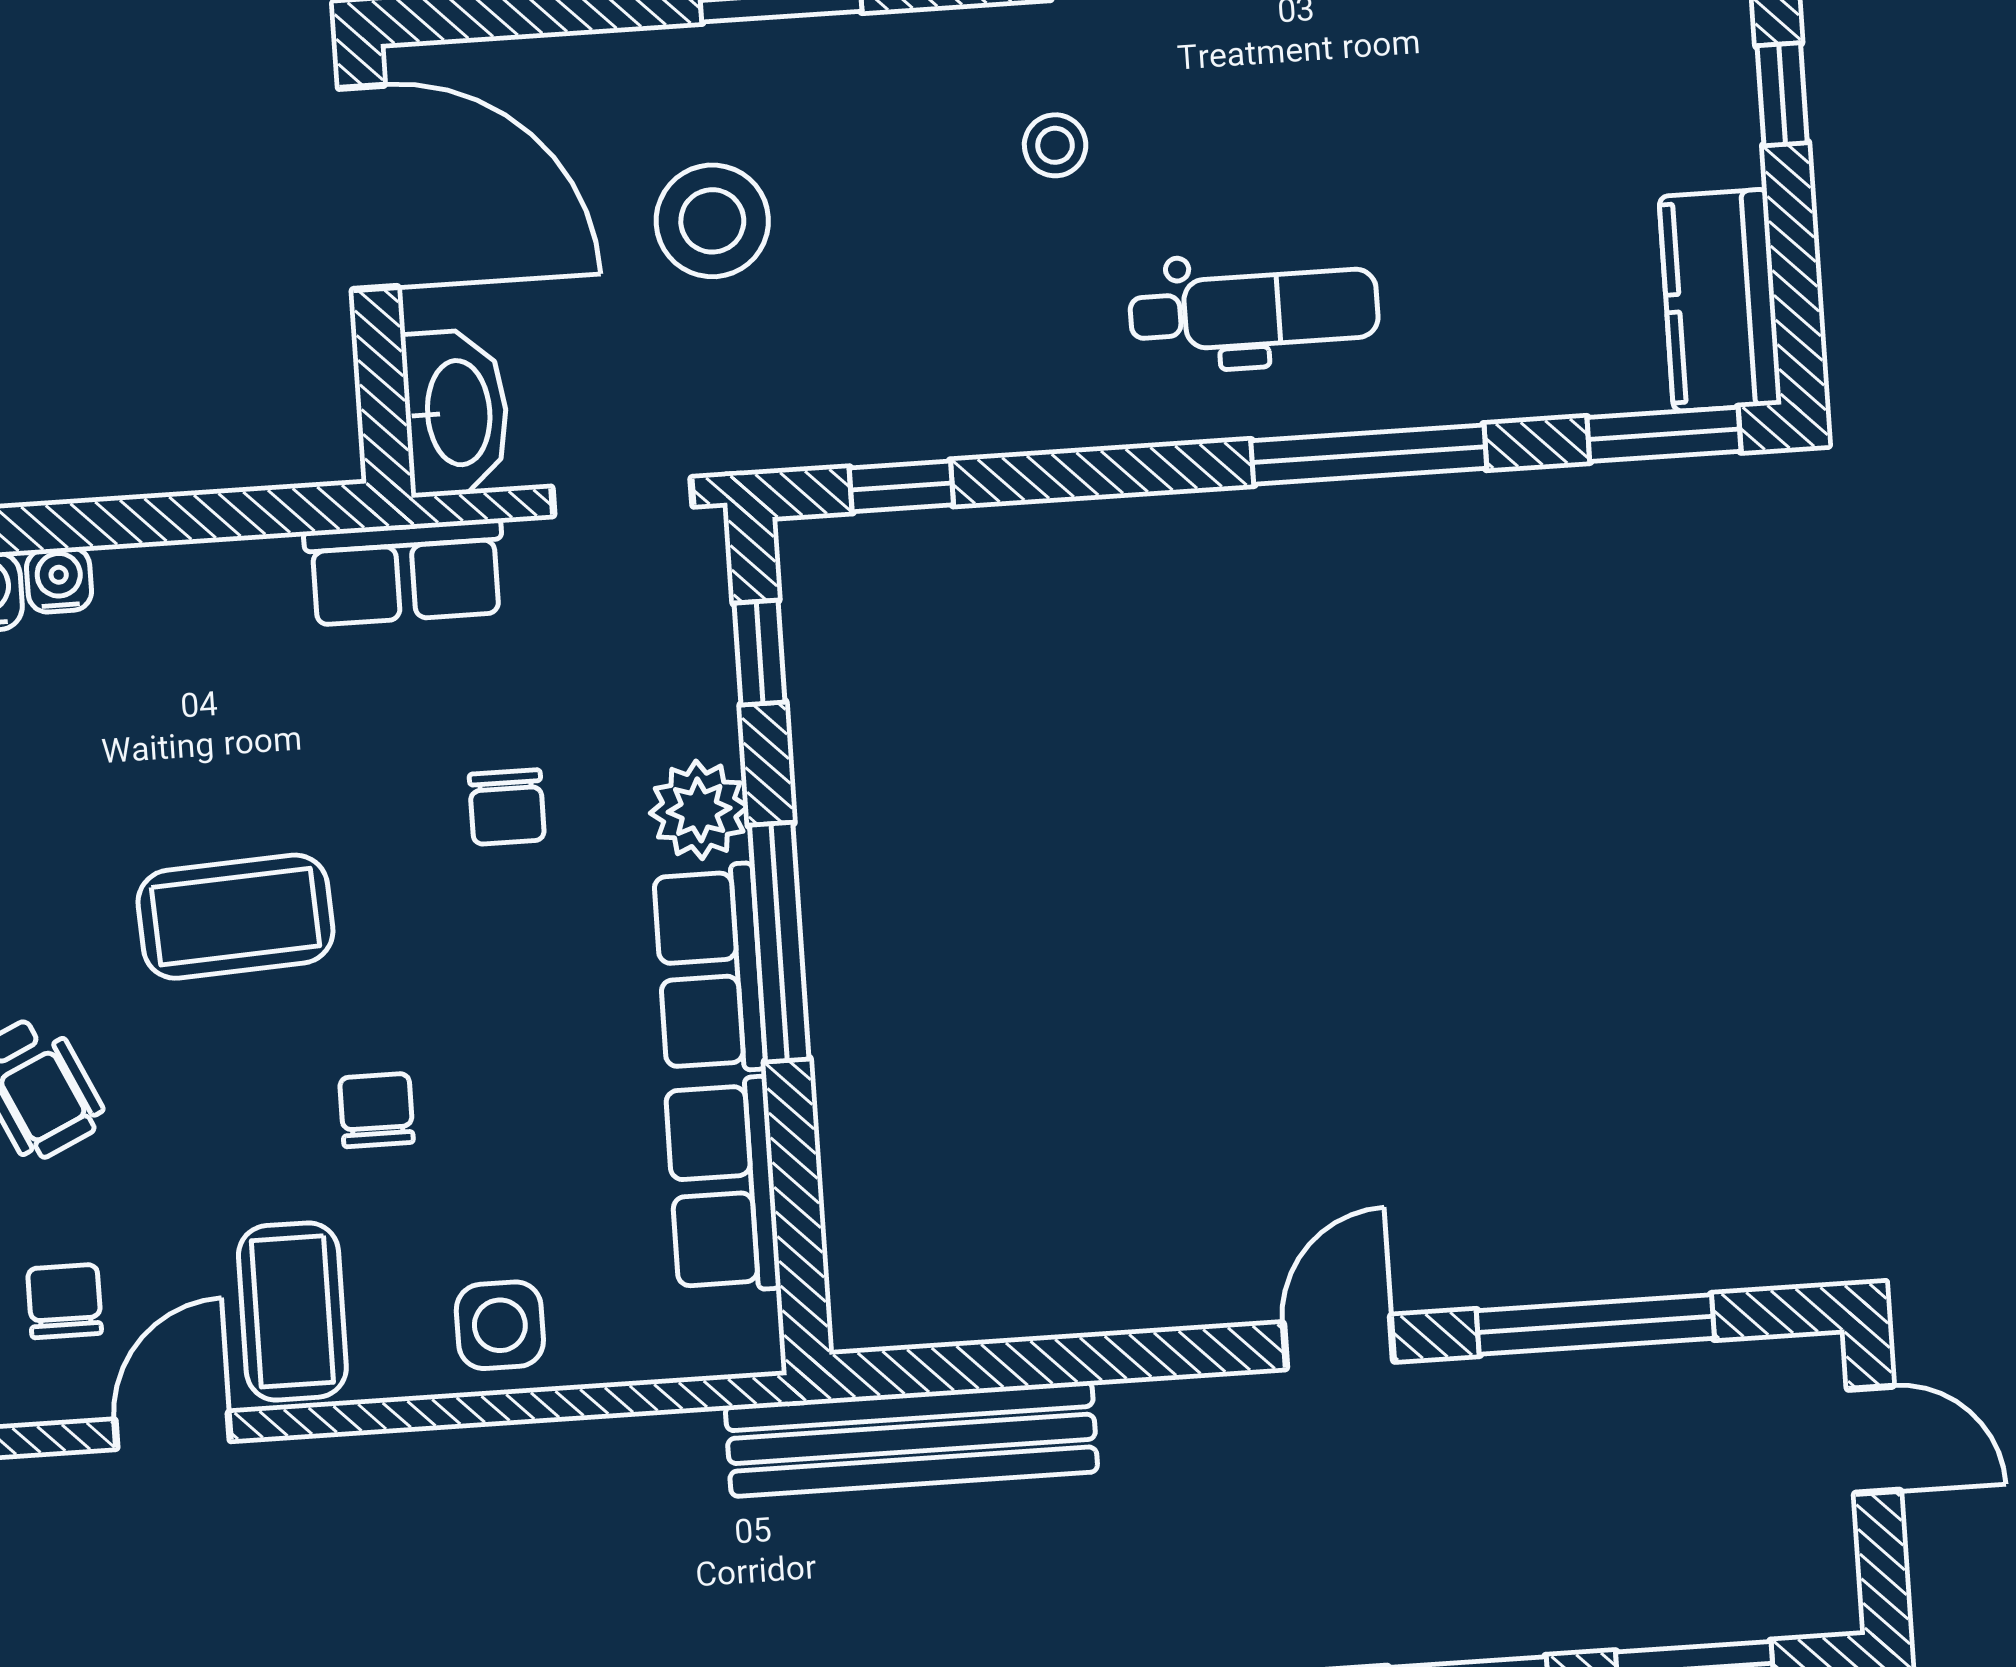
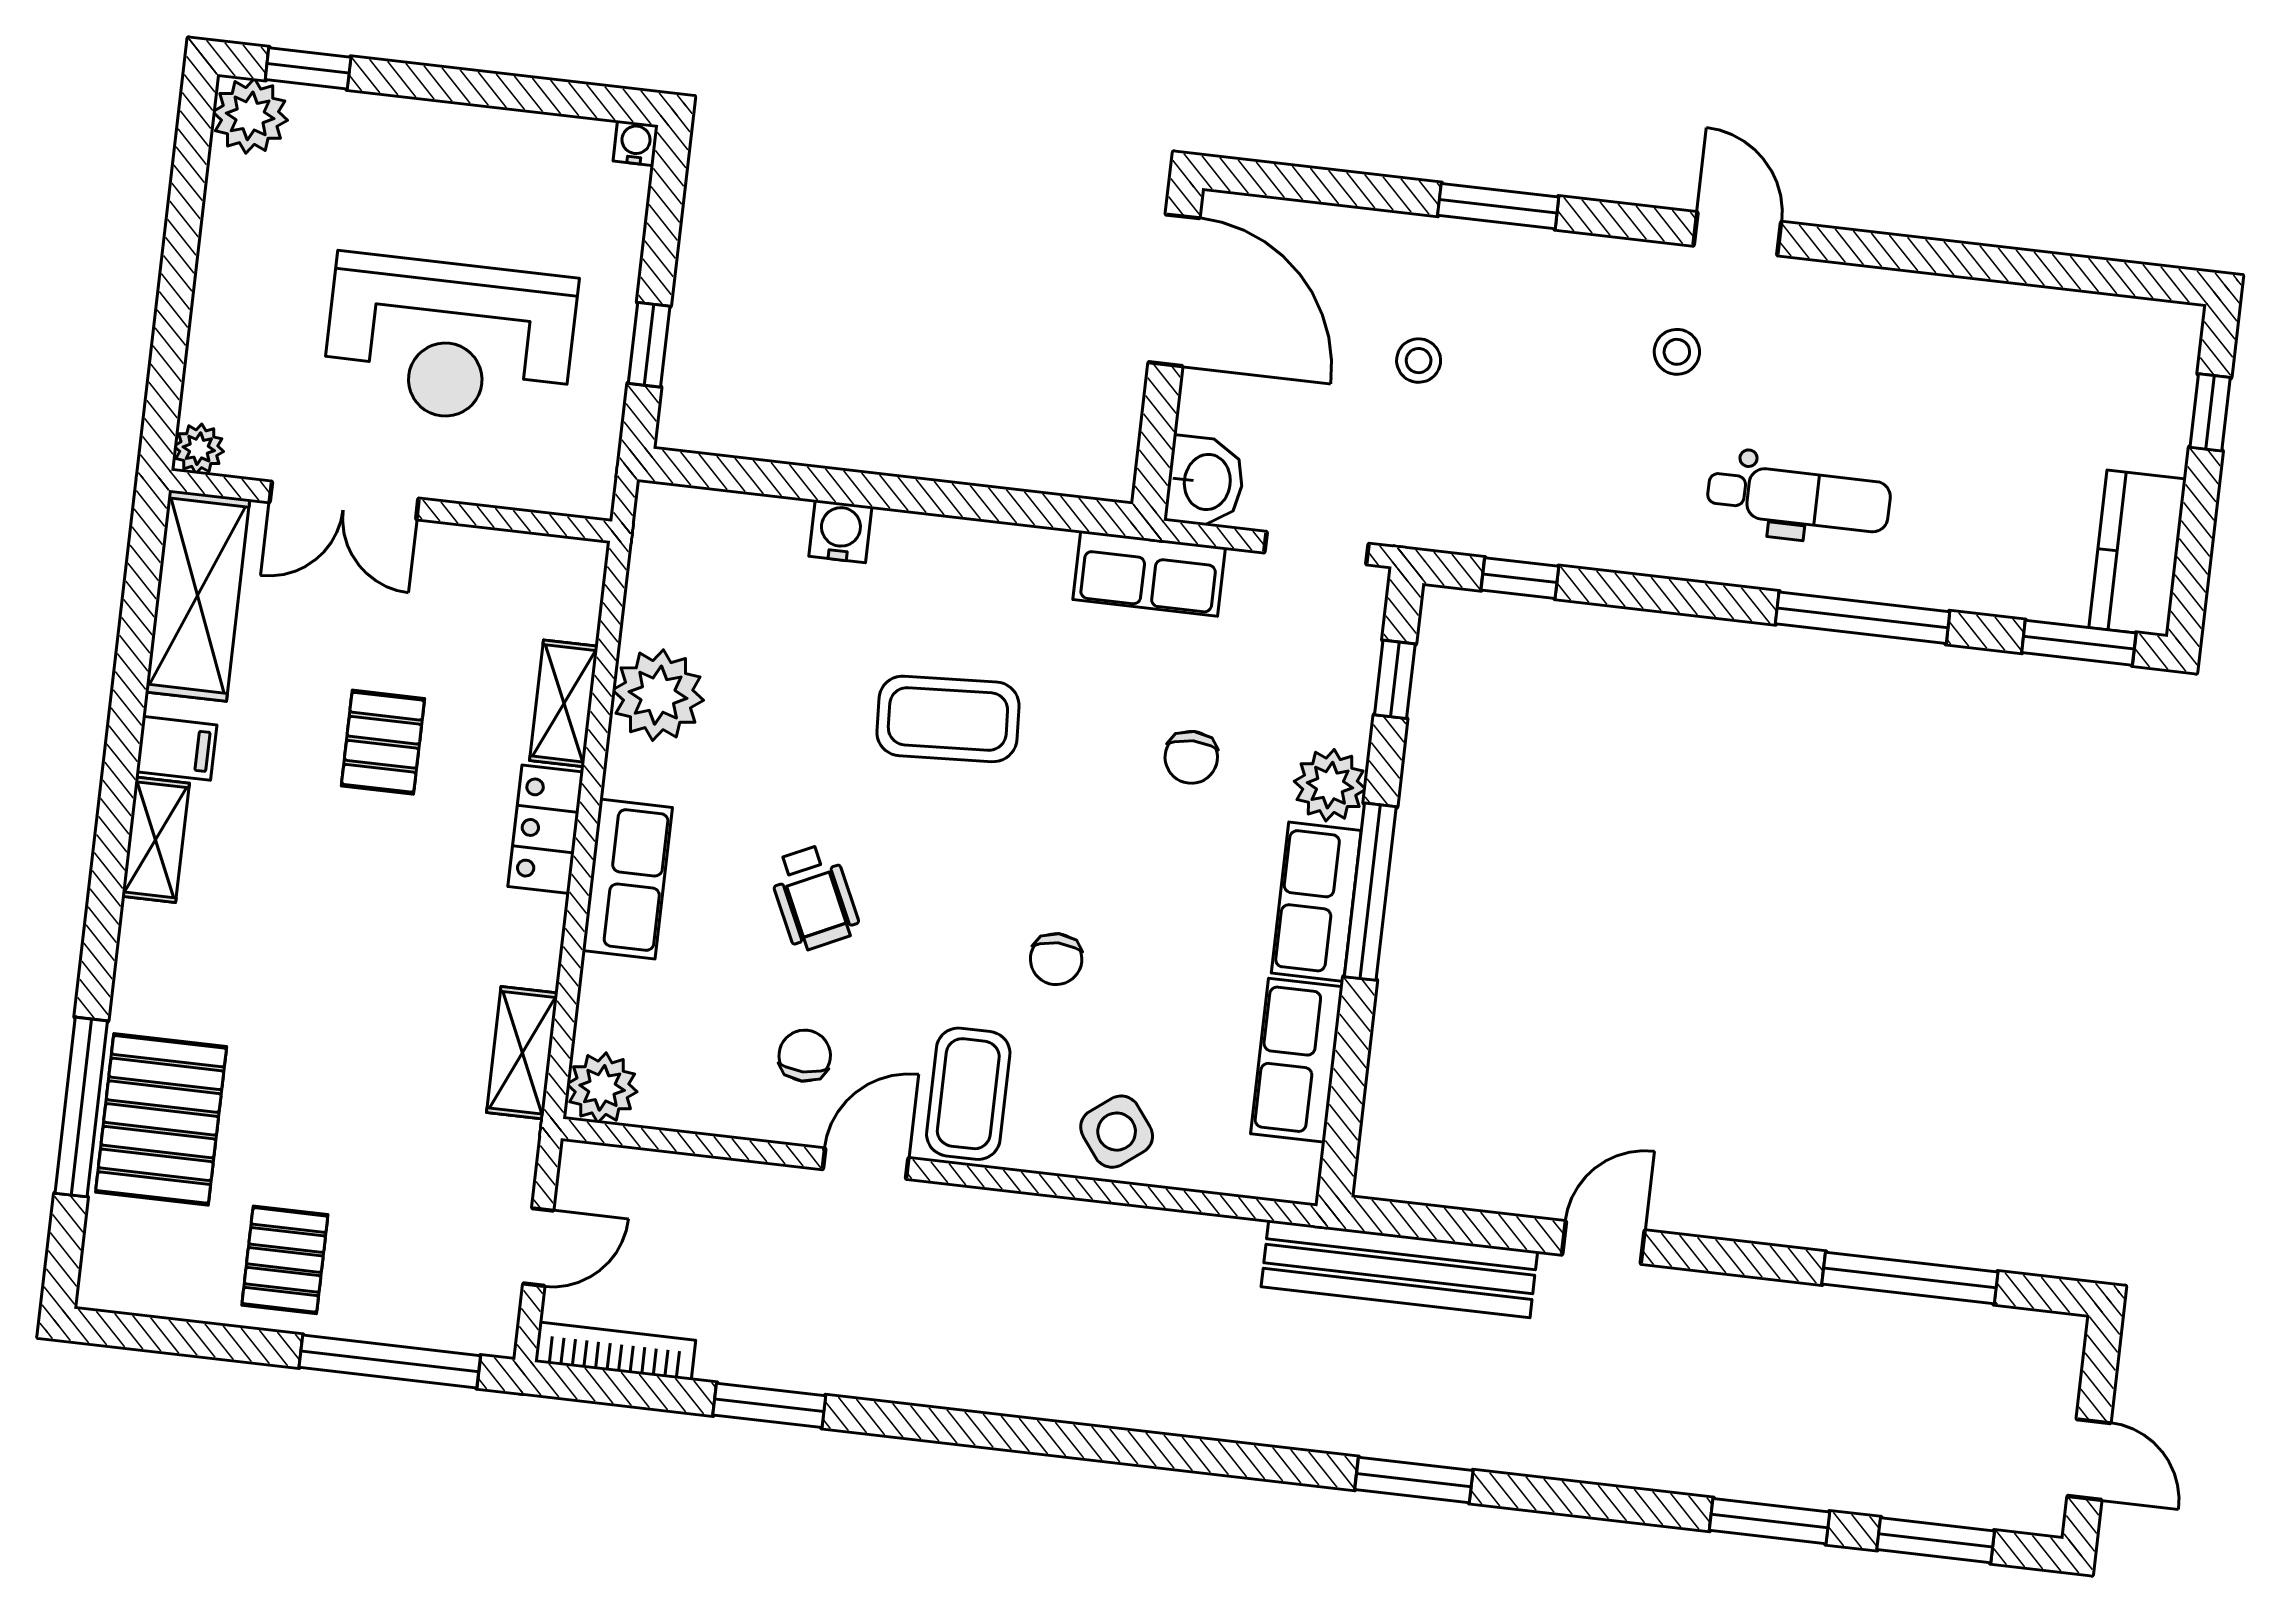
stool: (712, 221) -> (1419, 361), width x0.53, depth x0.53
washbasin: (456, 413) -> (1205, 482), width x0.72
water cooler: (59, 580) -> (897, 533), removed
coffee table: (235, 917) -> (948, 719), moved
chair: (376, 1110) -> (1056, 959), turned 180
side table: (500, 1325) -> (1117, 1132), turned -37
door: (1338, 1342) -> (1603, 1243), moved
door: (1874, 1440) -> (2089, 1459), moved

